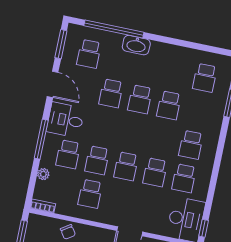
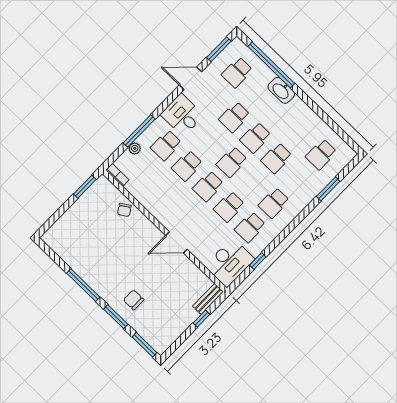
door: (53, 84) -> (190, 78), swing flipped
window: (41, 139) -> (139, 131), moved
school desk: (90, 194) -> (232, 162), moved
window: (204, 228) -> (258, 261), moved

